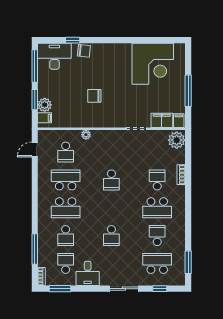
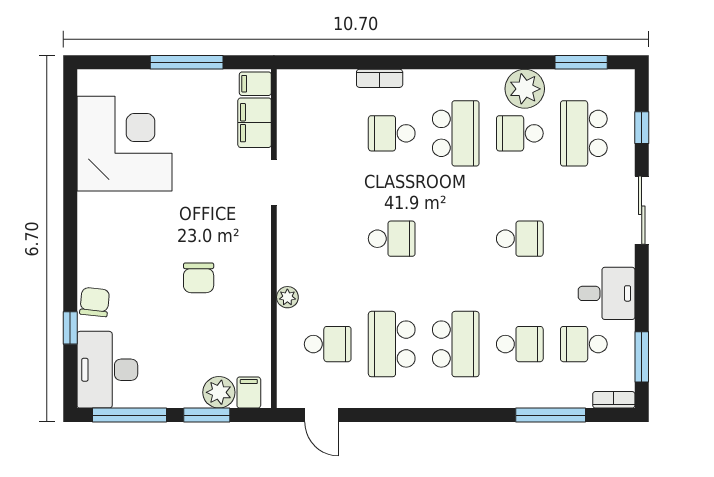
plant: (177, 140) -> (525, 89), moved

